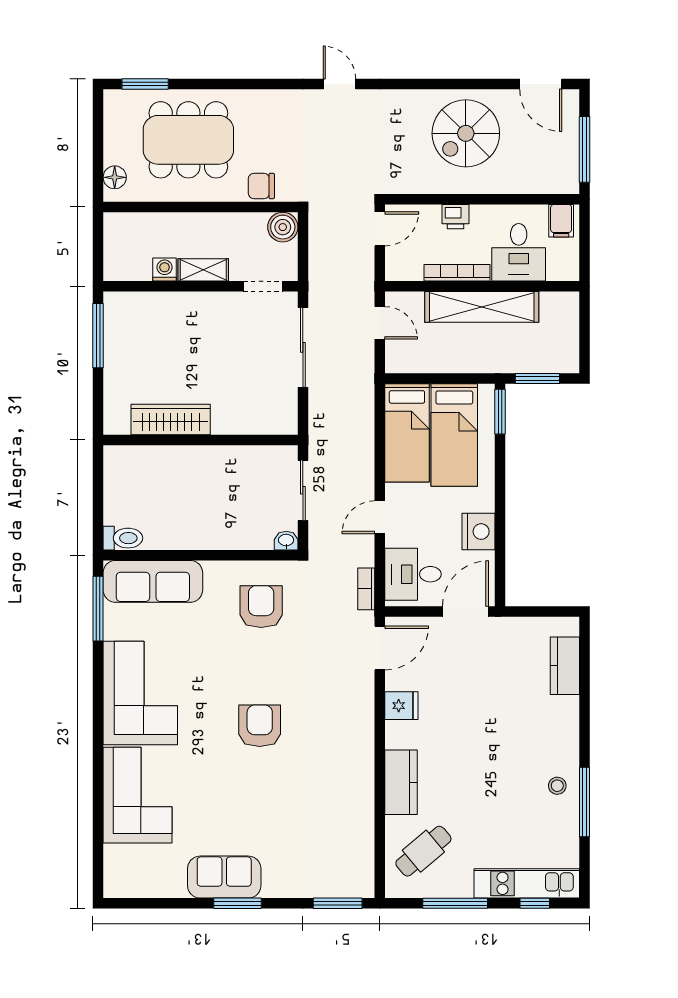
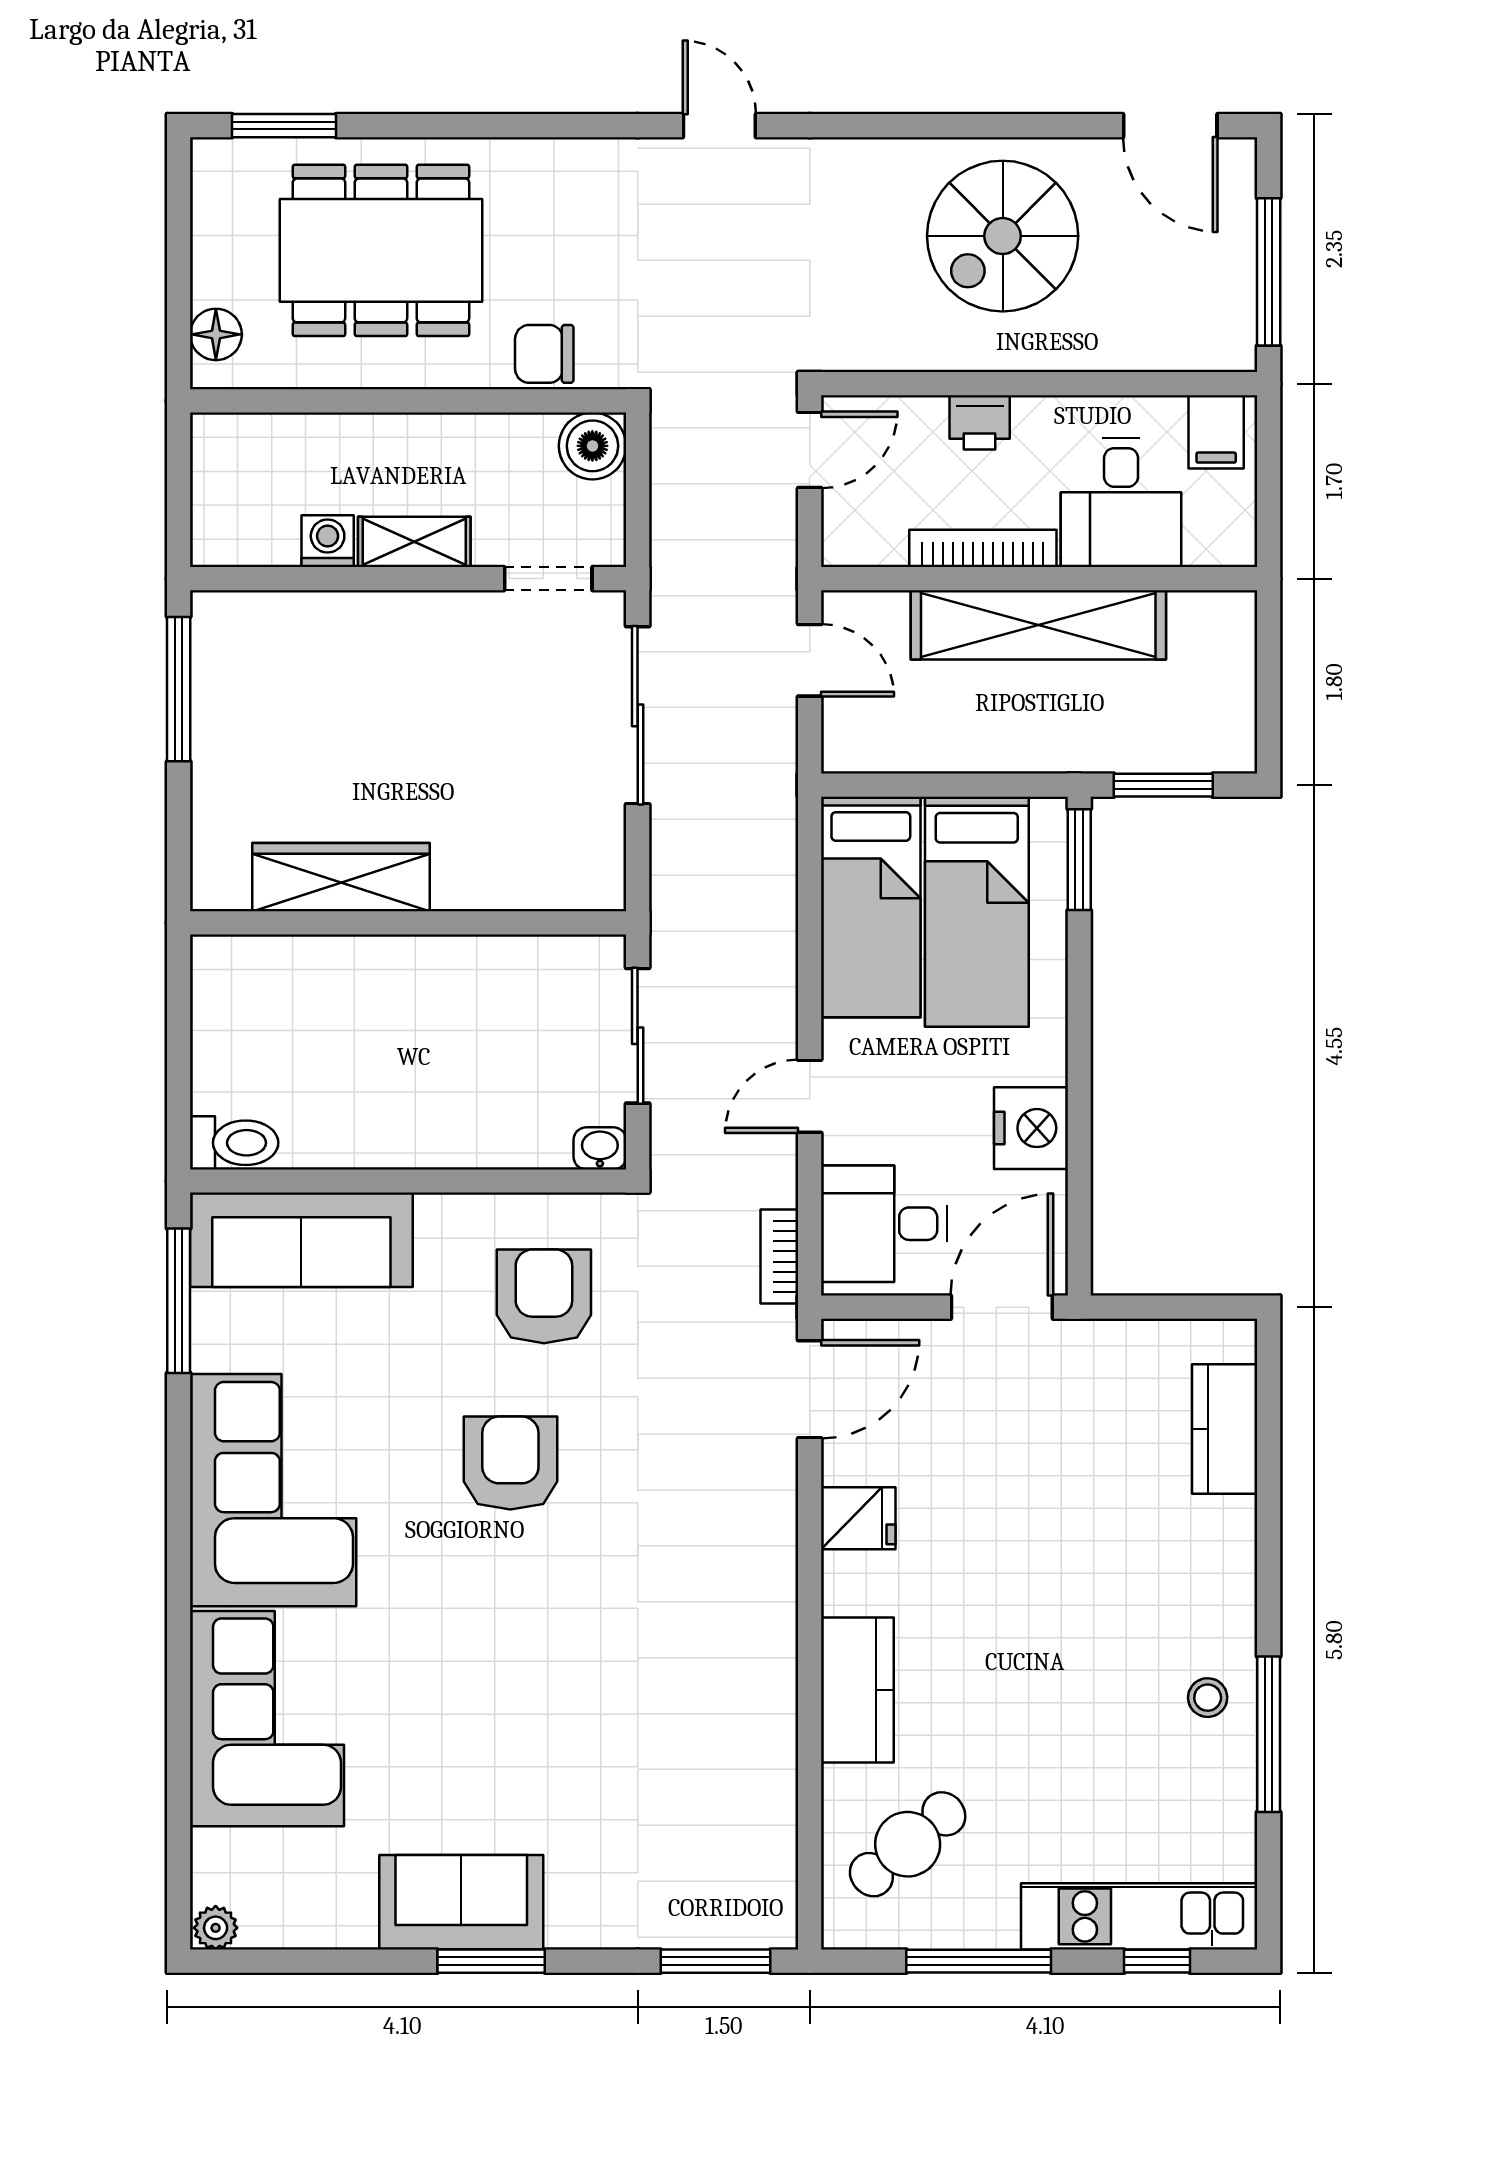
armchair: (260, 726) -> (510, 1463), moved
plant: (115, 888) -> (216, 1928), added

